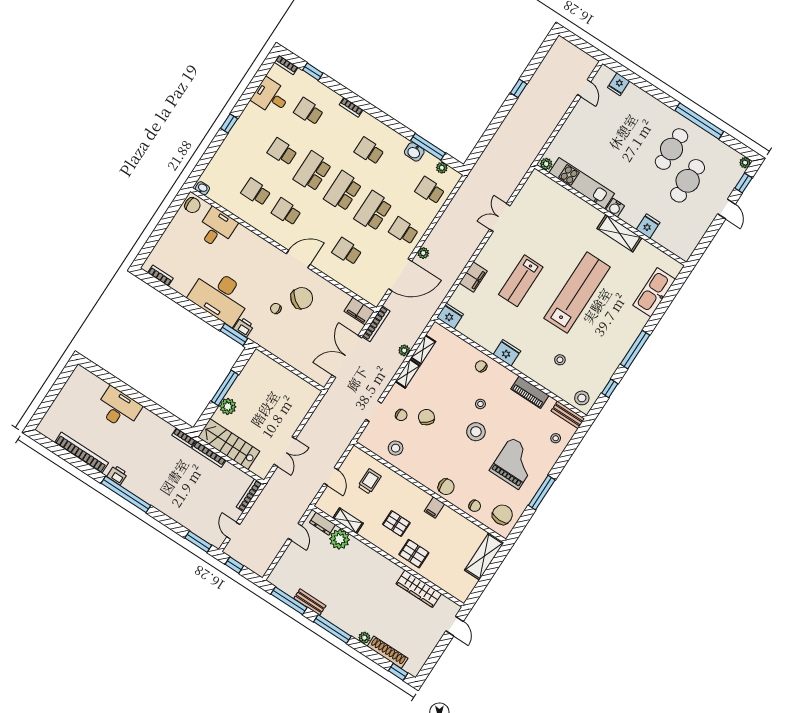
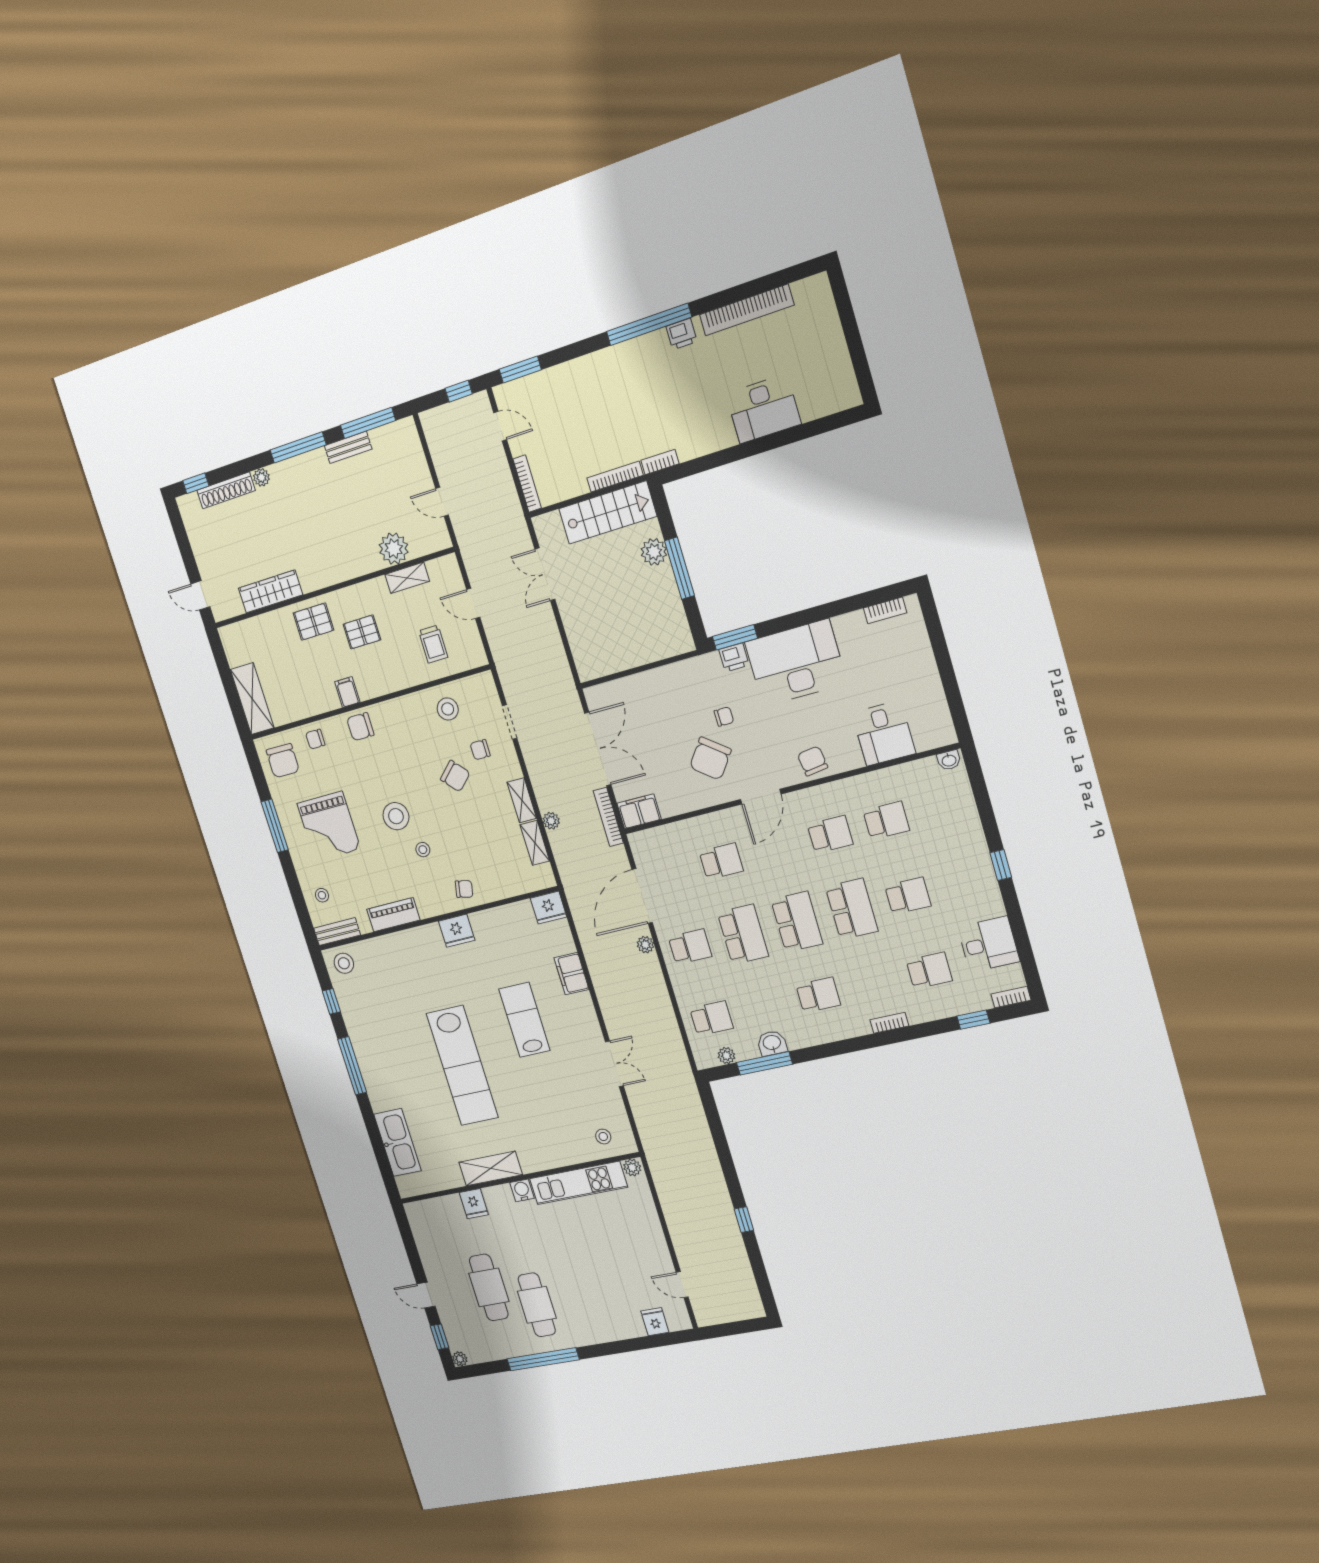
chair: (193, 205) -> (813, 761), moved, turned 82
stool: (560, 360) -> (603, 1137), moved
dresser: (322, 524) -> (427, 544), removed

